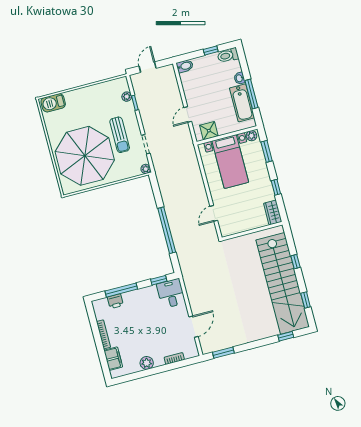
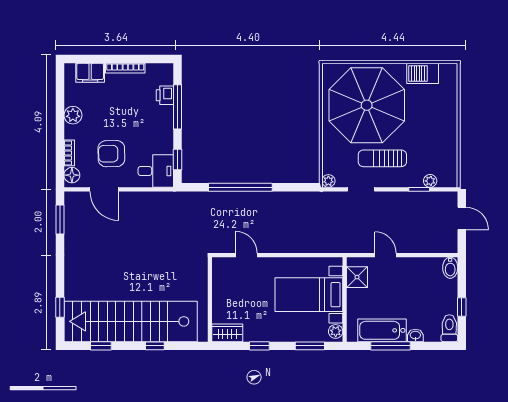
barbecue: (53, 103) -> (423, 73), moved, turned -90
armchair: (167, 328) -> (111, 154), added
floor lamp: (189, 352) -> (72, 175), added

